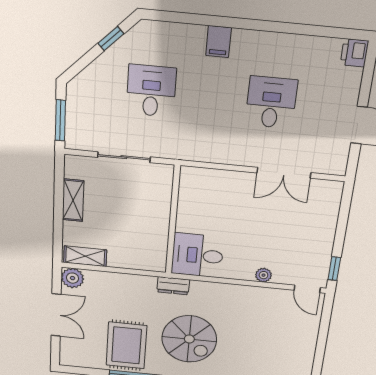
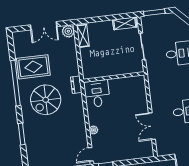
shelving: (73, 200) -> (125, 23), moved

